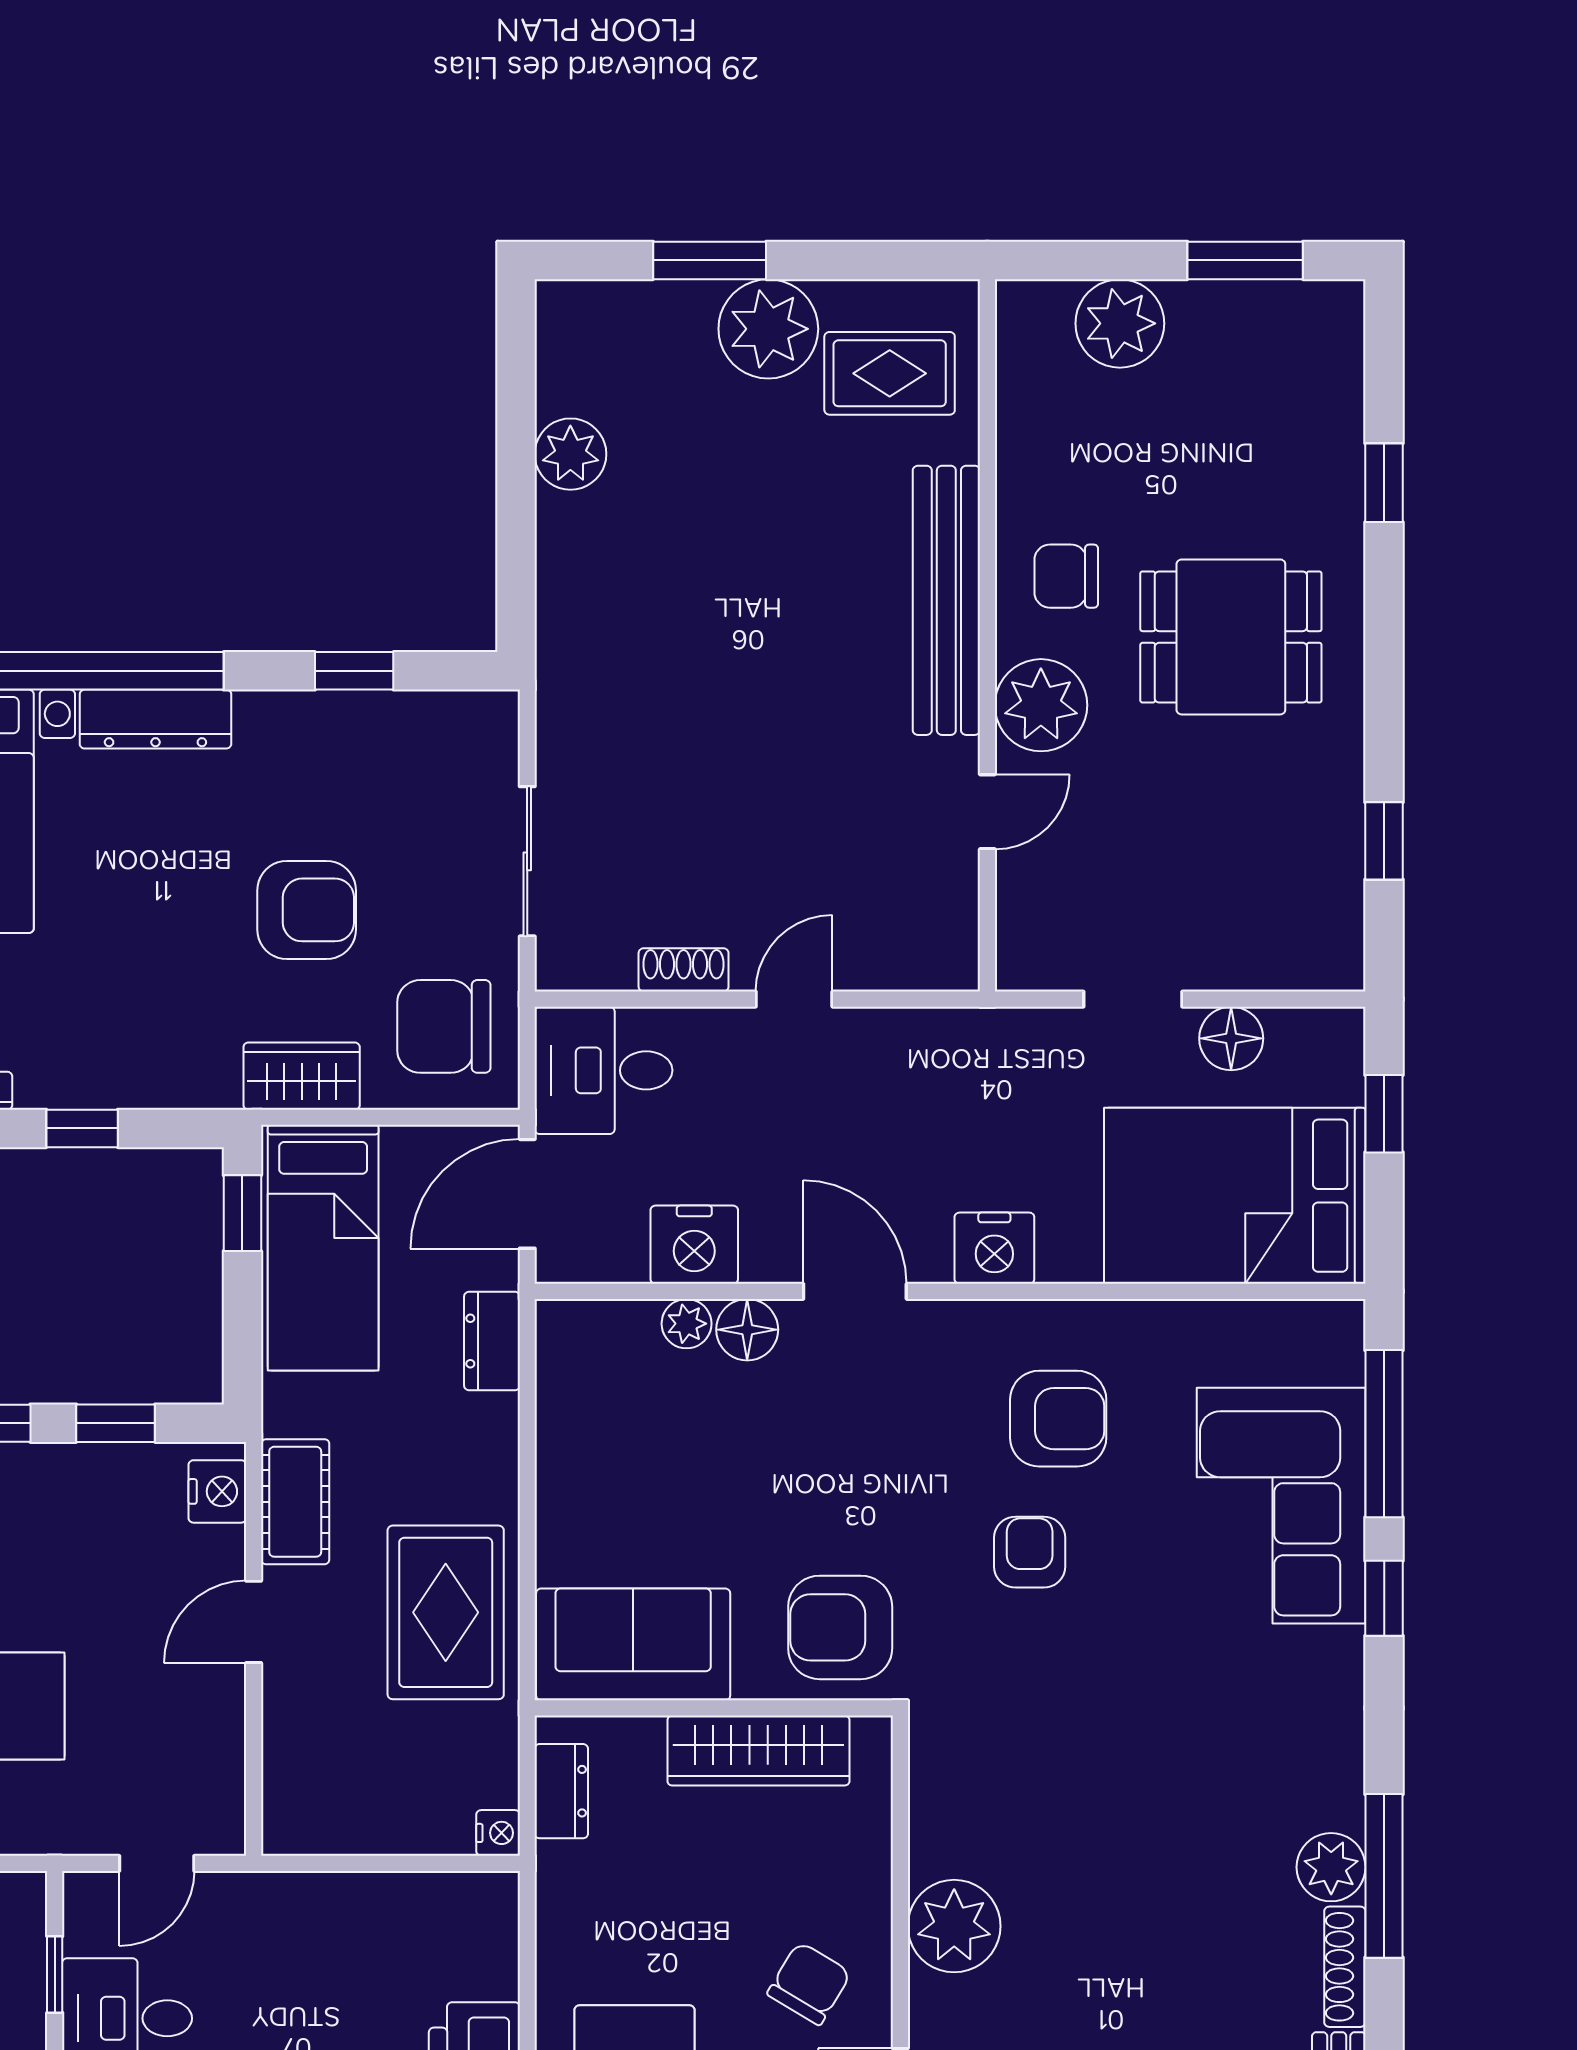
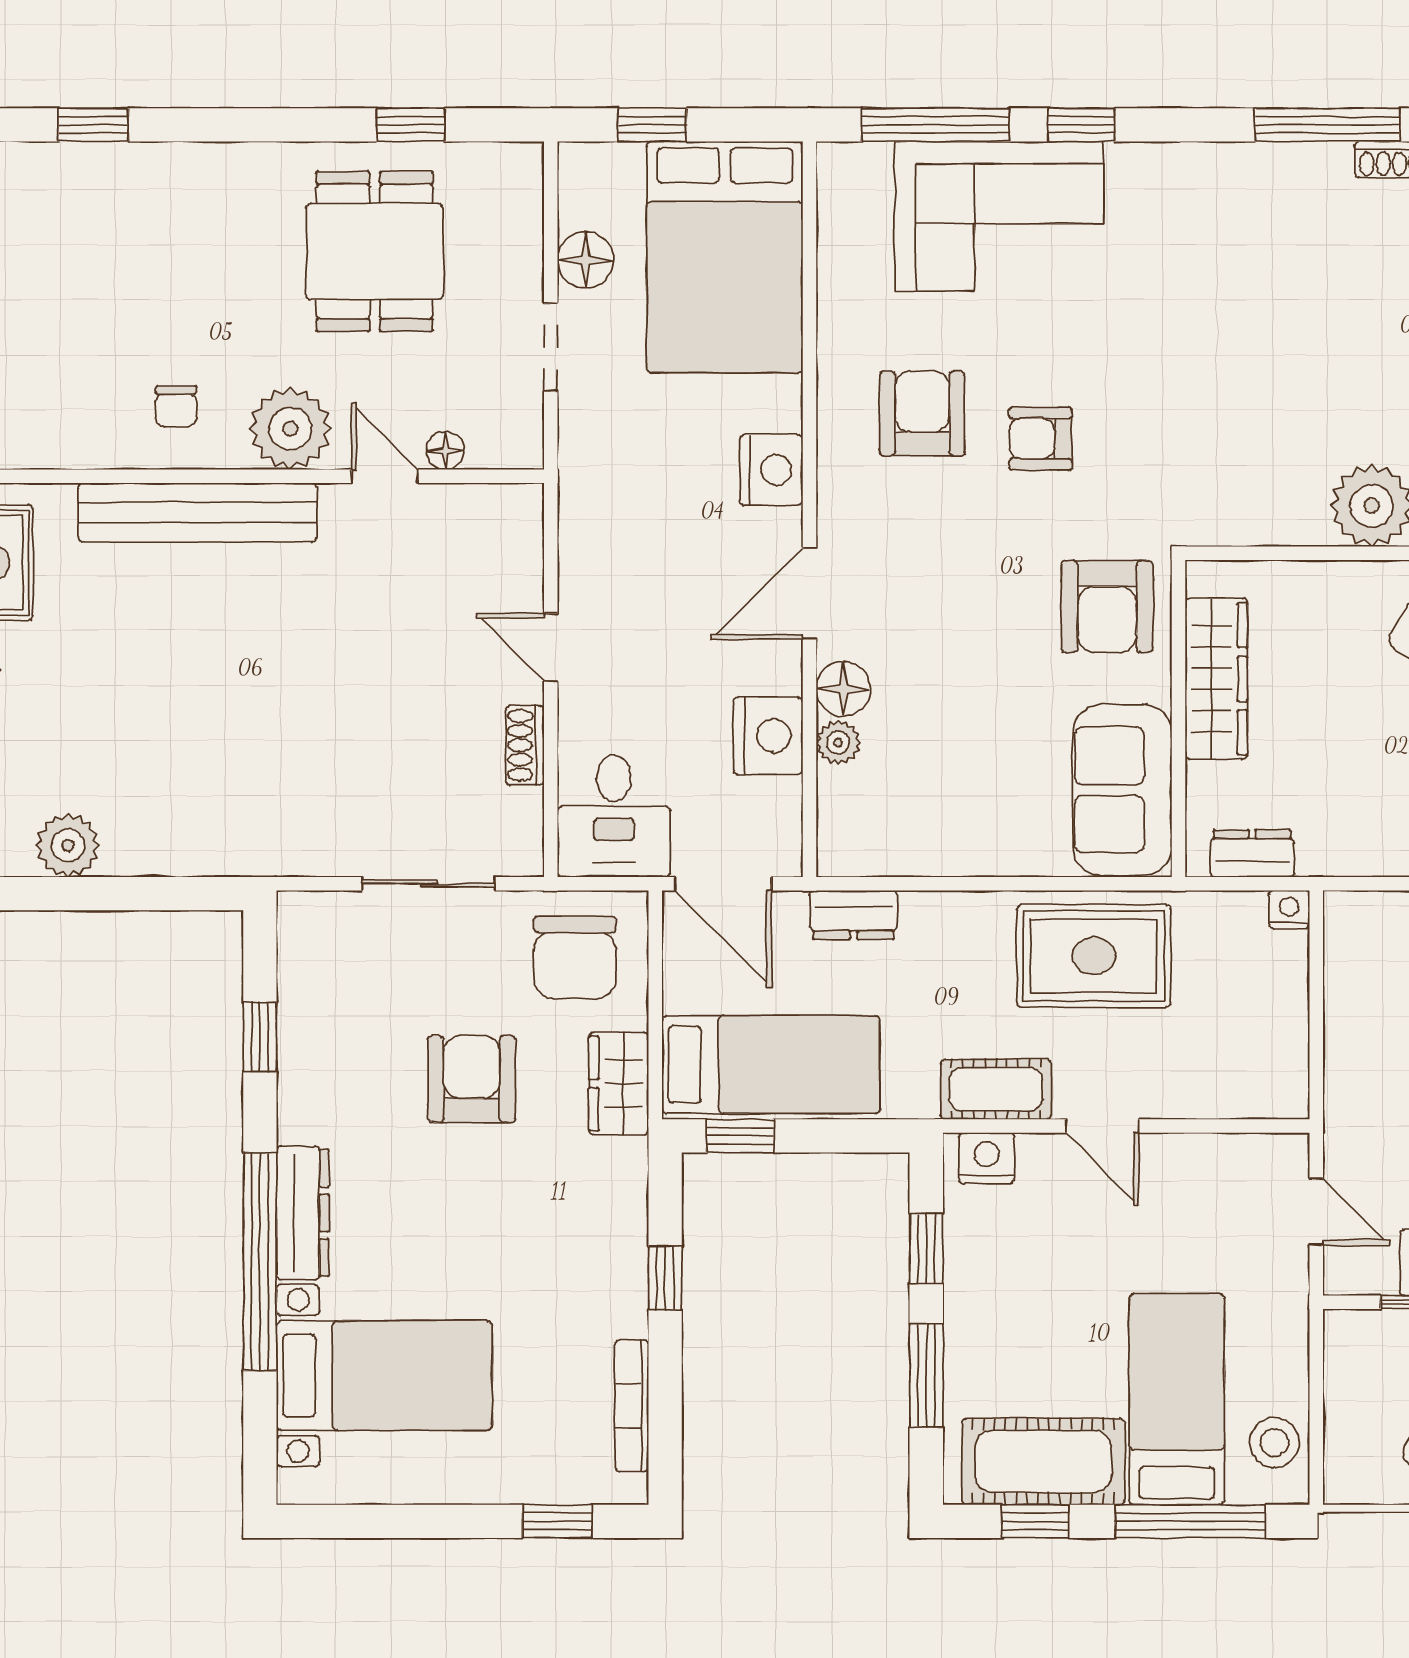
chair: (1066, 576) -> (176, 406), width x0.73, depth x0.73
dining table: (1231, 637) -> (375, 251), moved
floor lamp: (1016, 880) -> (445, 451), added
plant: (1331, 1867) -> (1320, 172), removed

